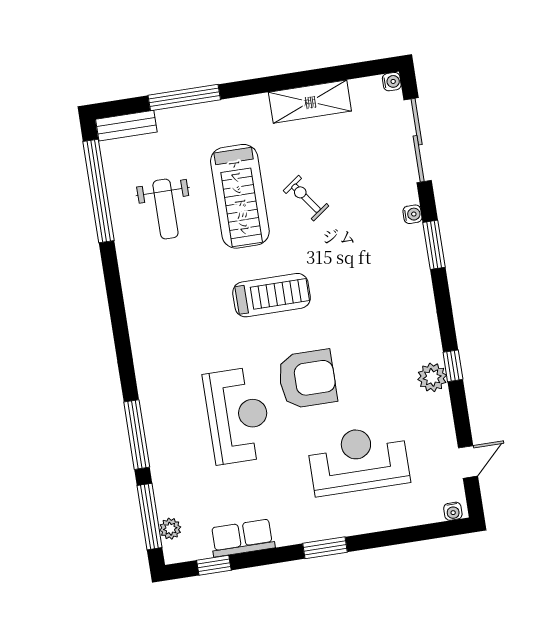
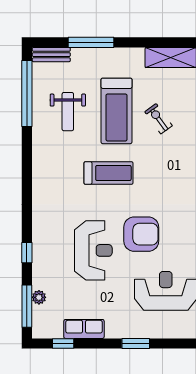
treadmill: (272, 295) -> (108, 173), moved
window: (137, 435) -> (27, 253), width x0.46
plant: (170, 529) -> (39, 297), moved

